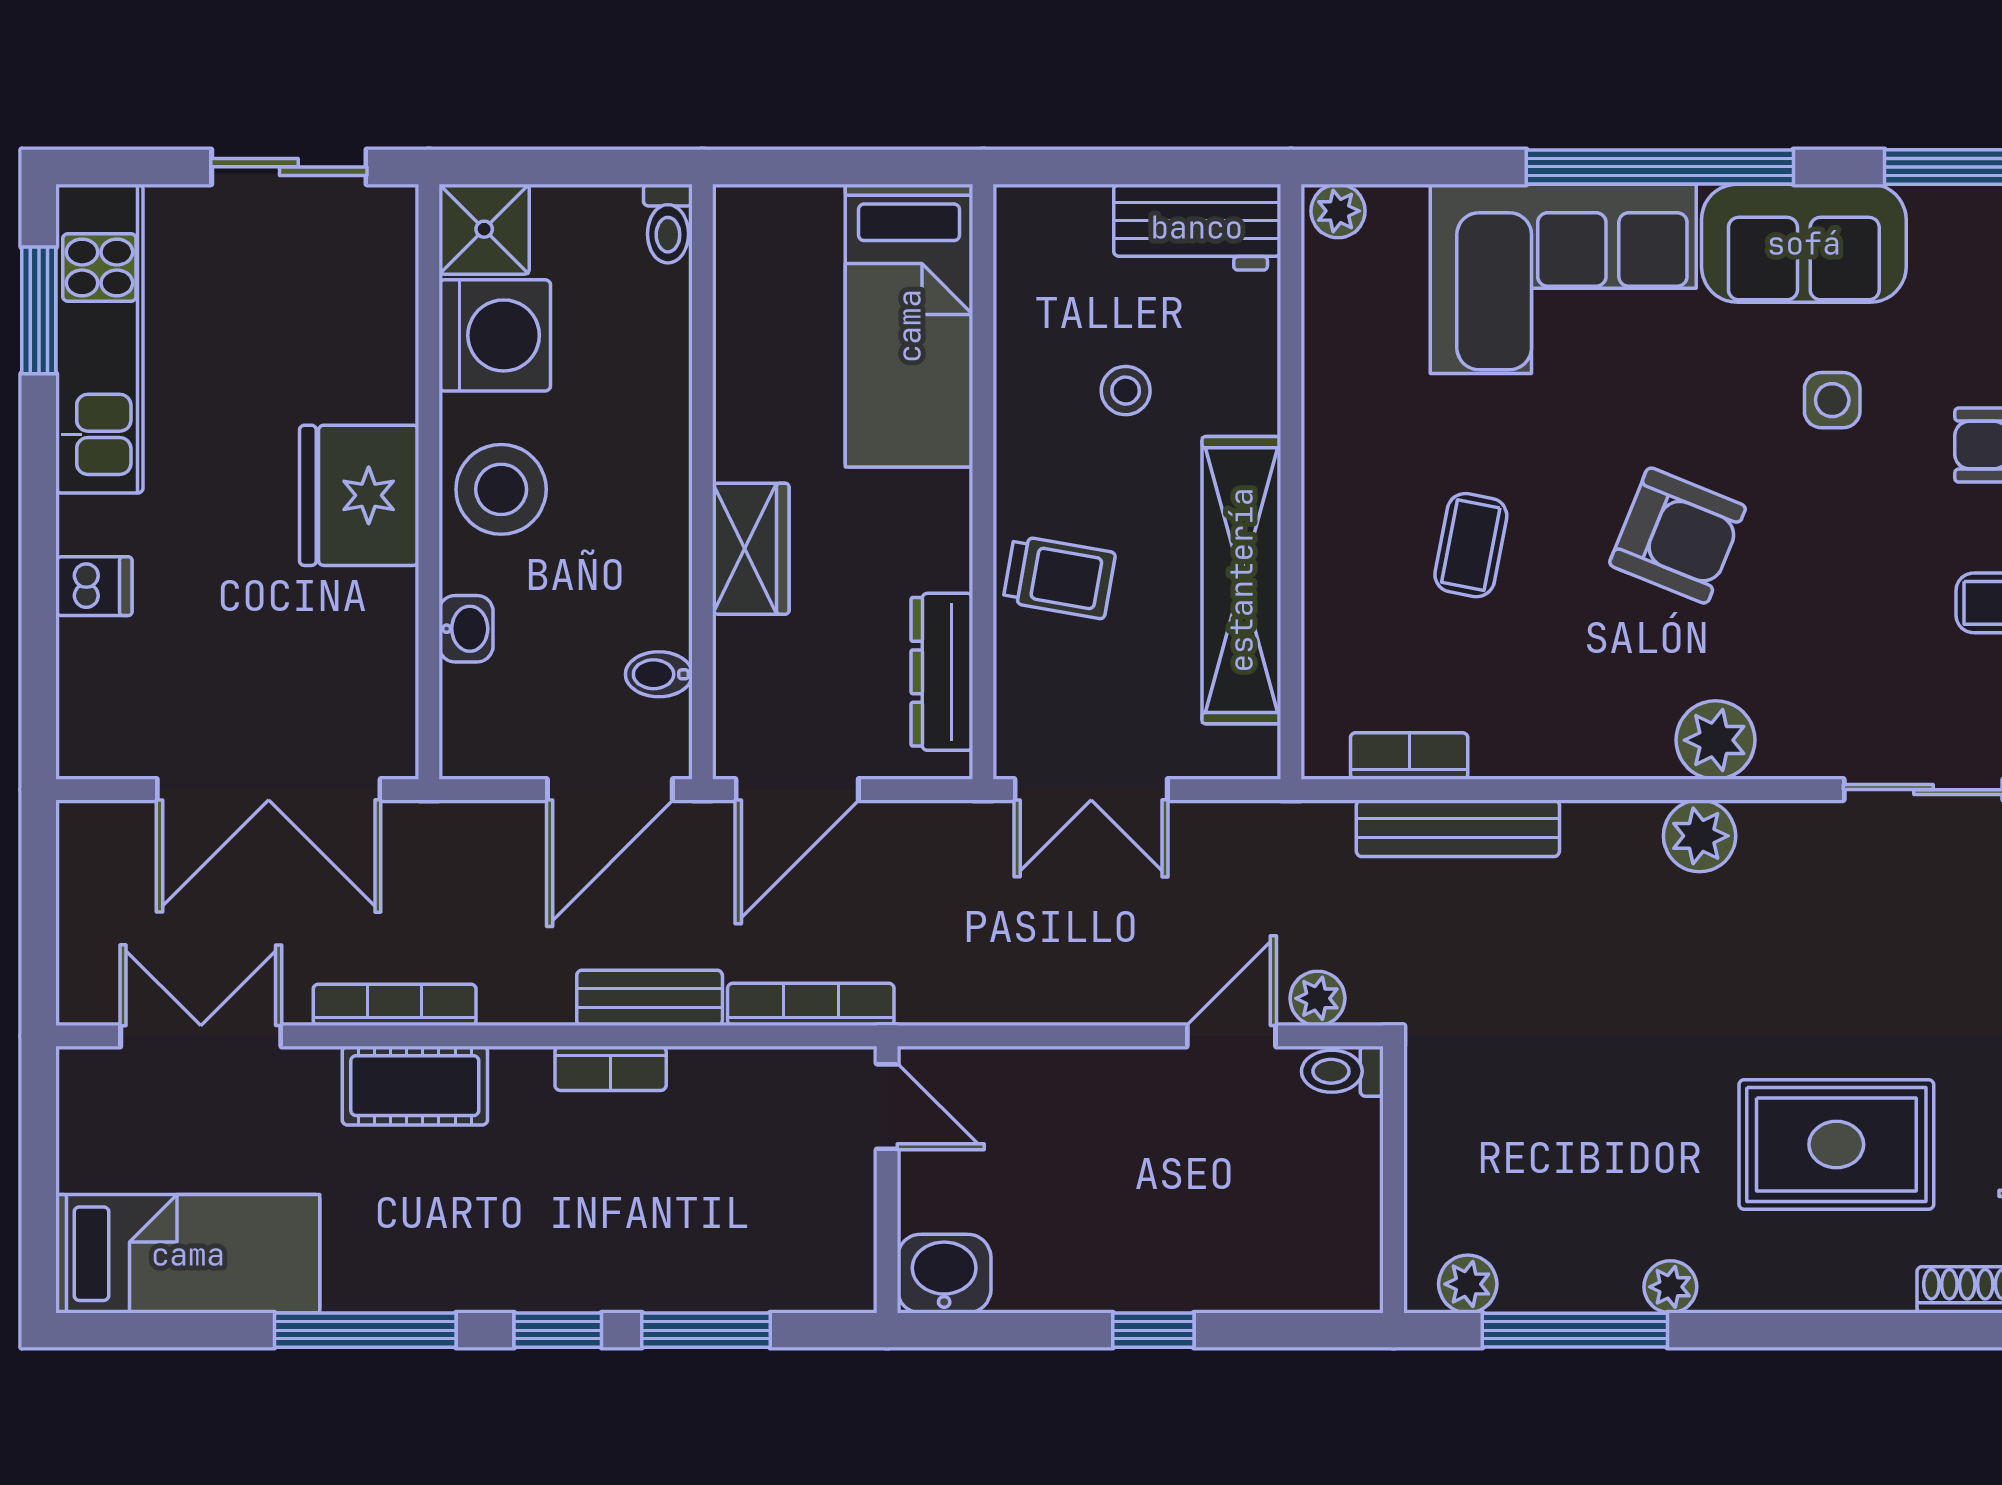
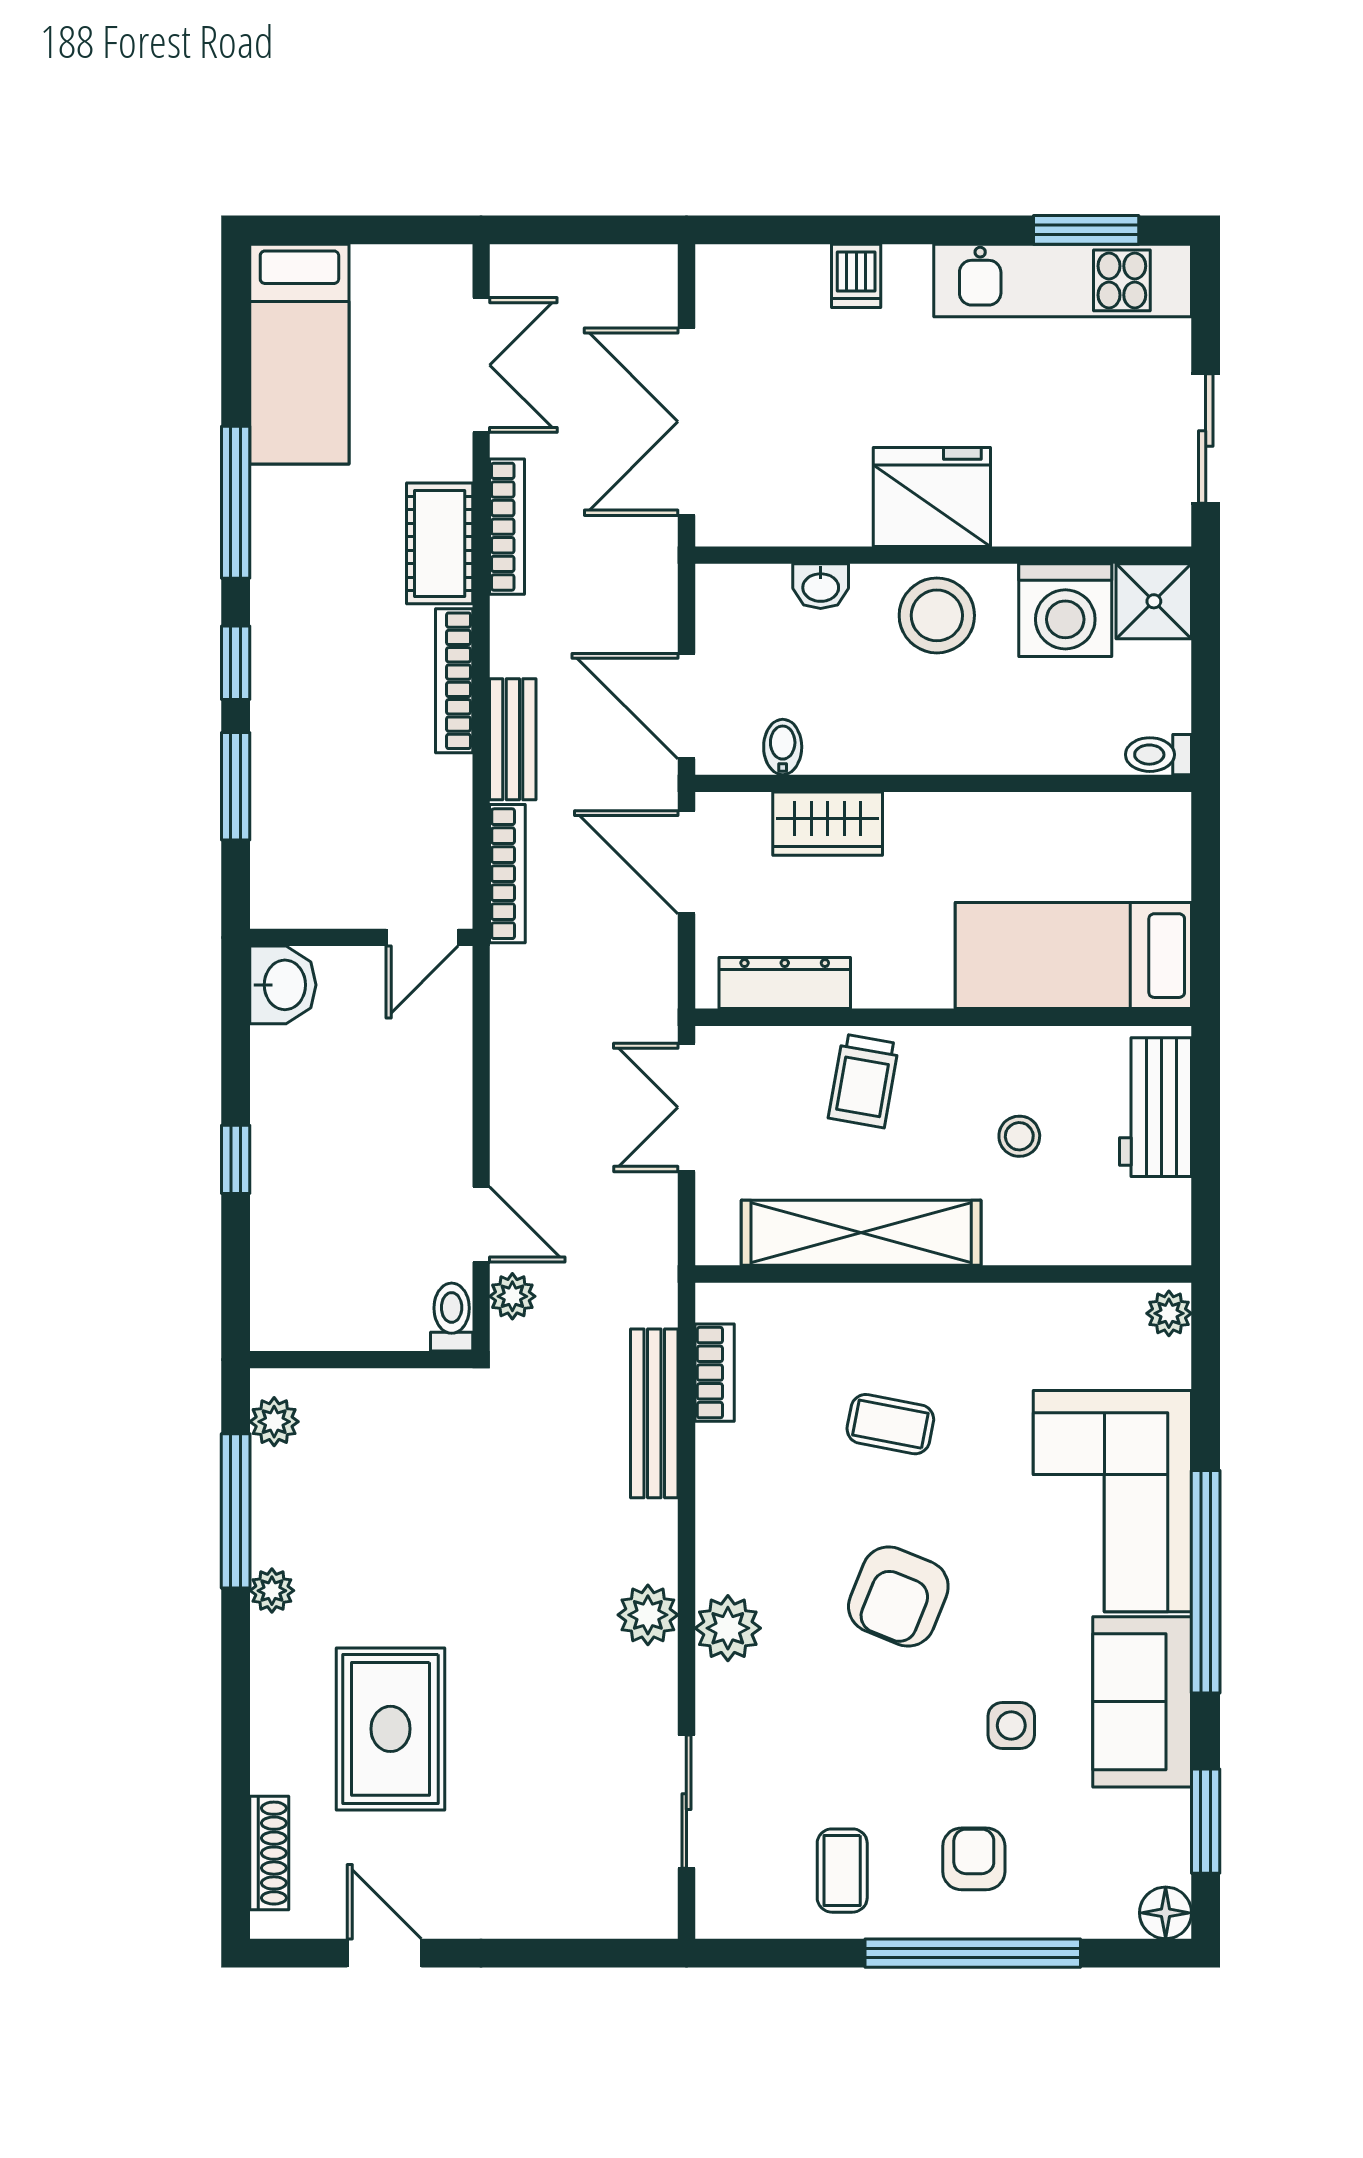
workbench: (1197, 227) -> (1156, 1107), moved
wardrobe: (751, 549) -> (828, 824), moved
bookcase: (611, 1068) -> (454, 681), width x1.56

